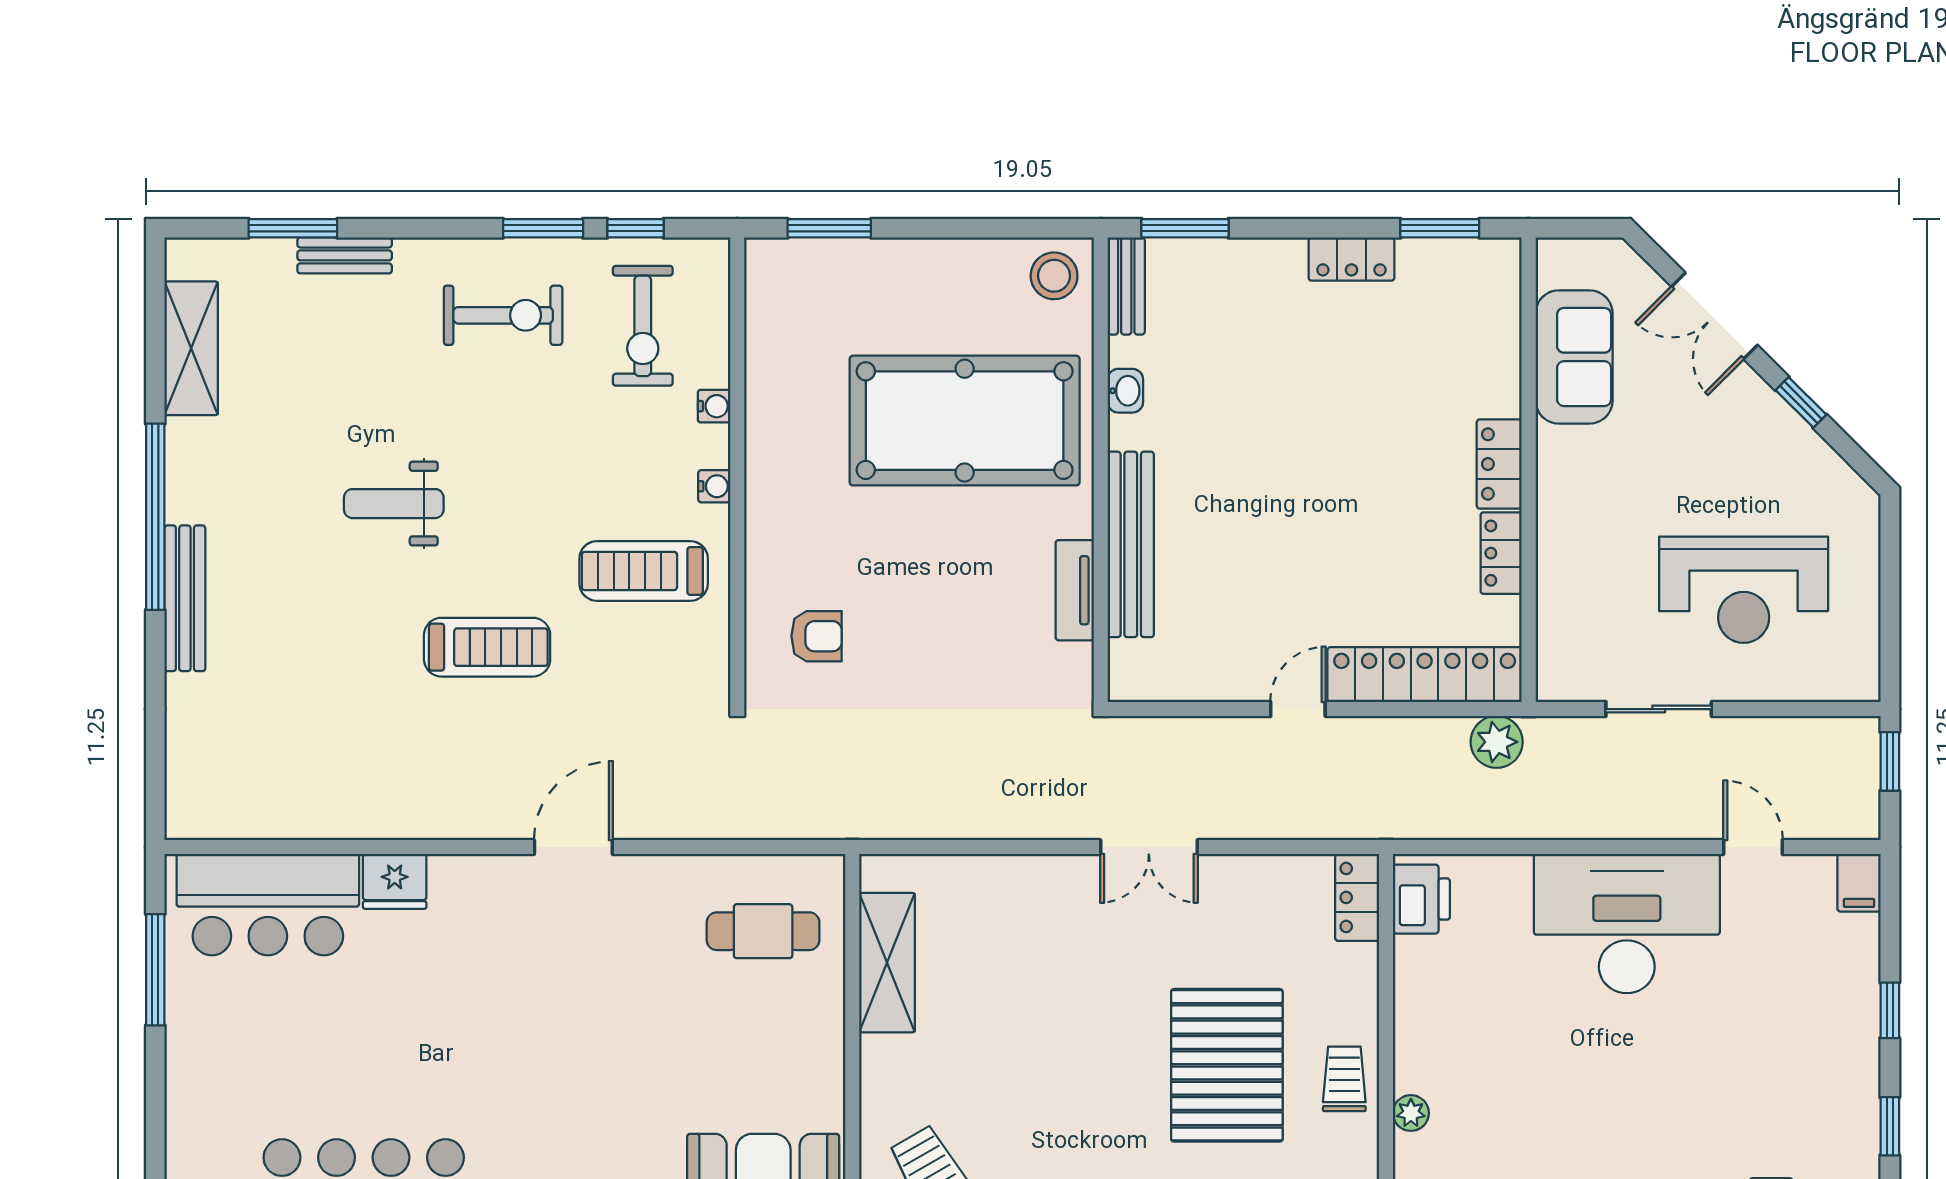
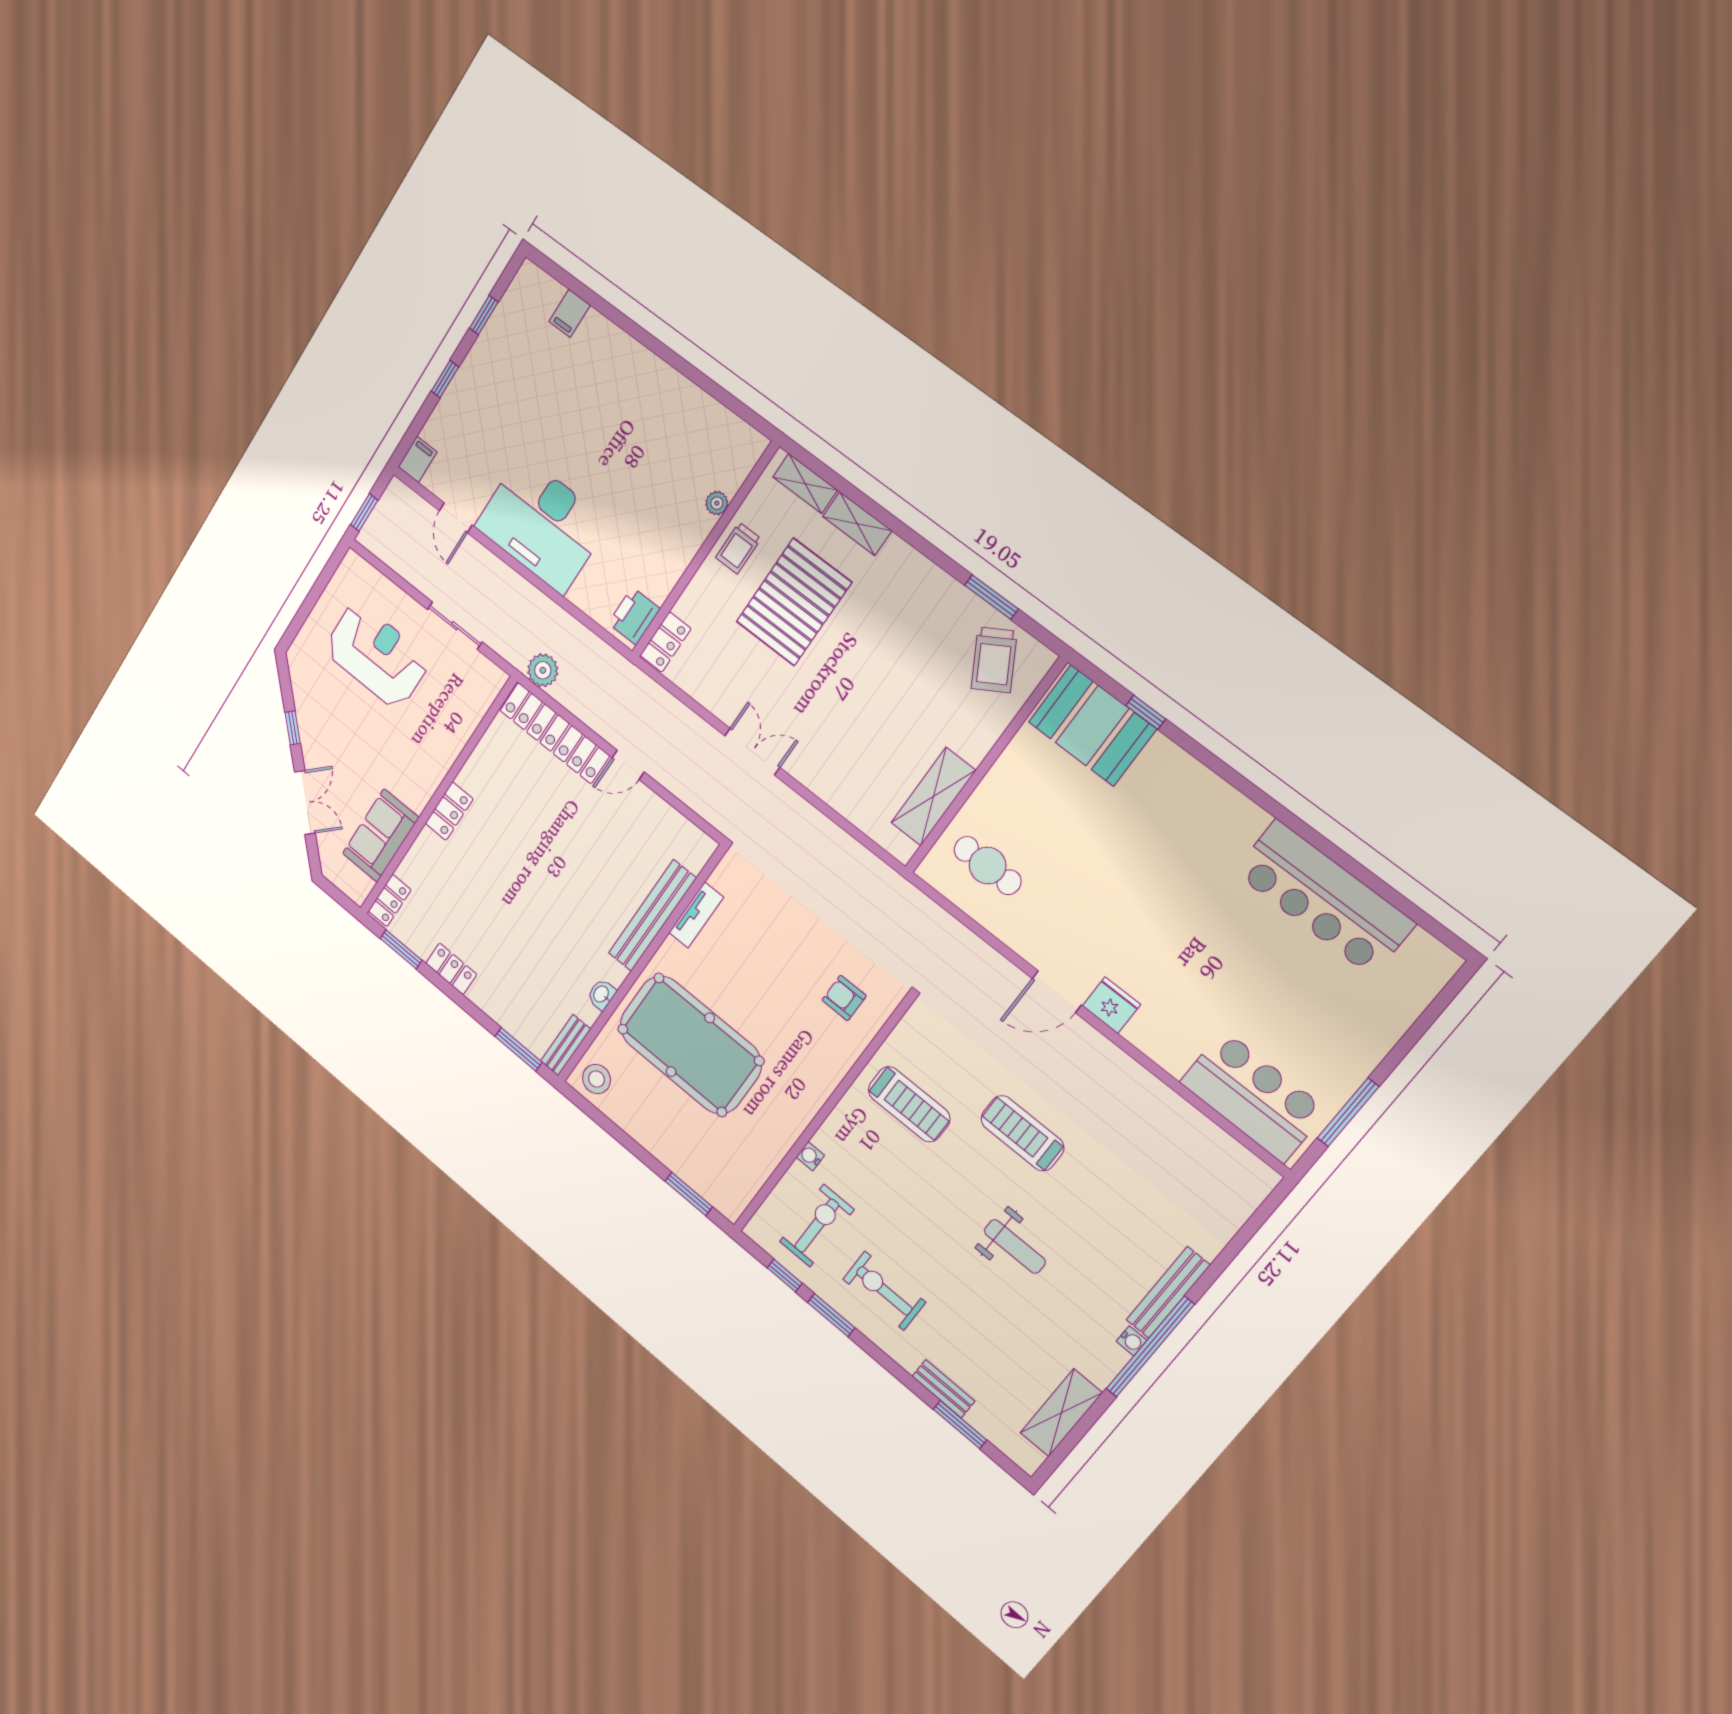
water cooler: (714, 486) -> (1132, 1341), moved, turned 180
locker: (1501, 553) -> (390, 901), moved
fridge: (395, 881) -> (1111, 1005), moved

